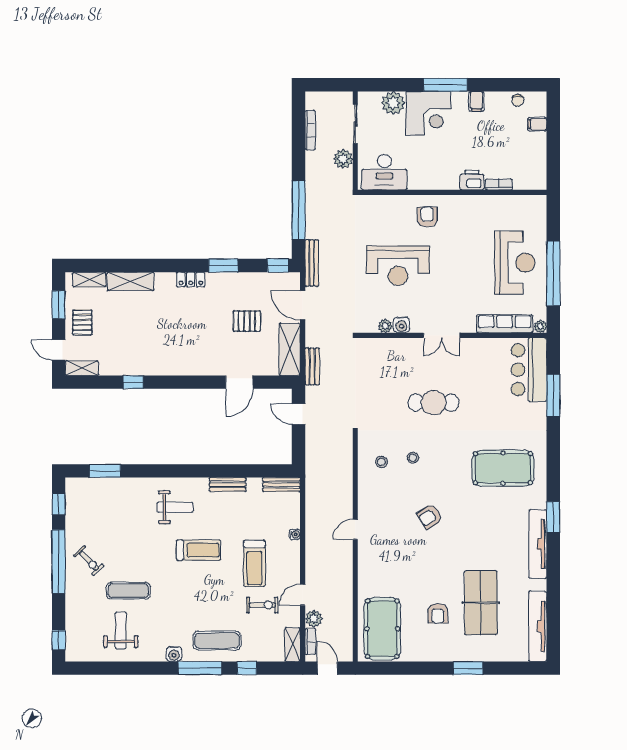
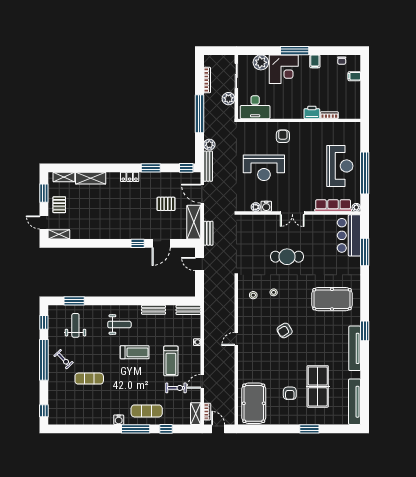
window: (299, 210) -> (200, 114), moved
window: (133, 382) -> (138, 243), moved
plant: (314, 619) -> (209, 145), moved
weight bench: (121, 630) -> (75, 325), moved

